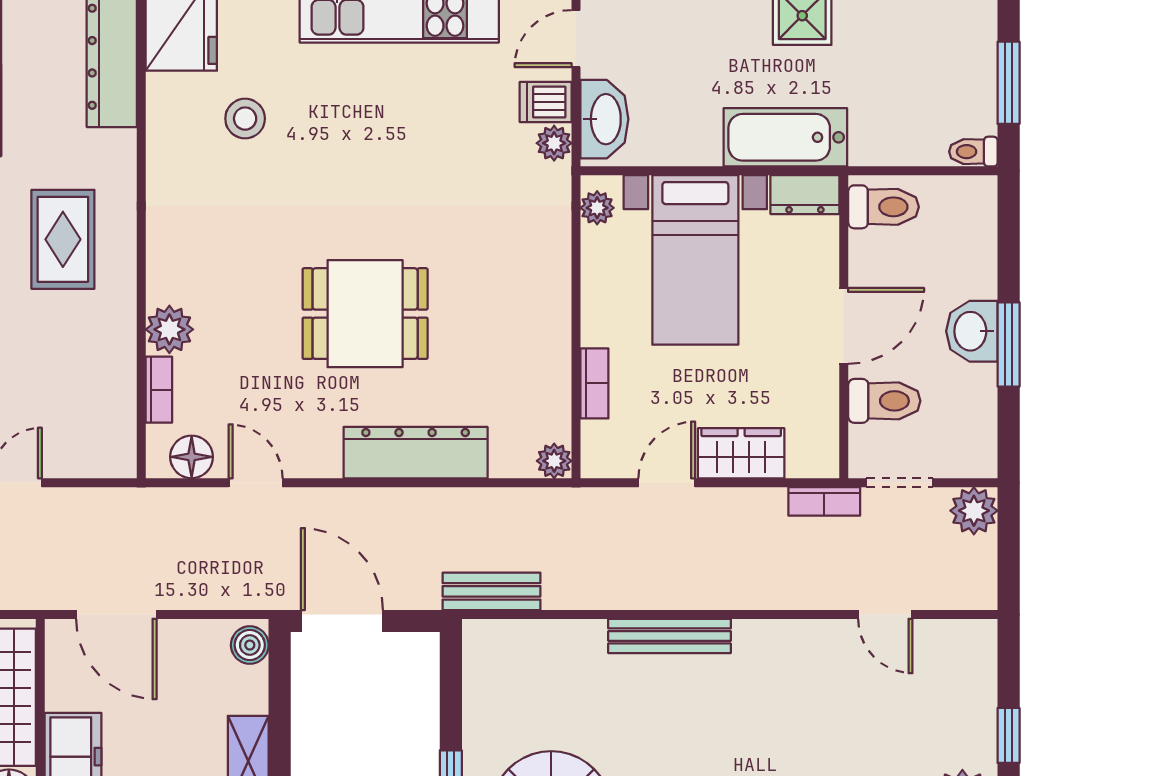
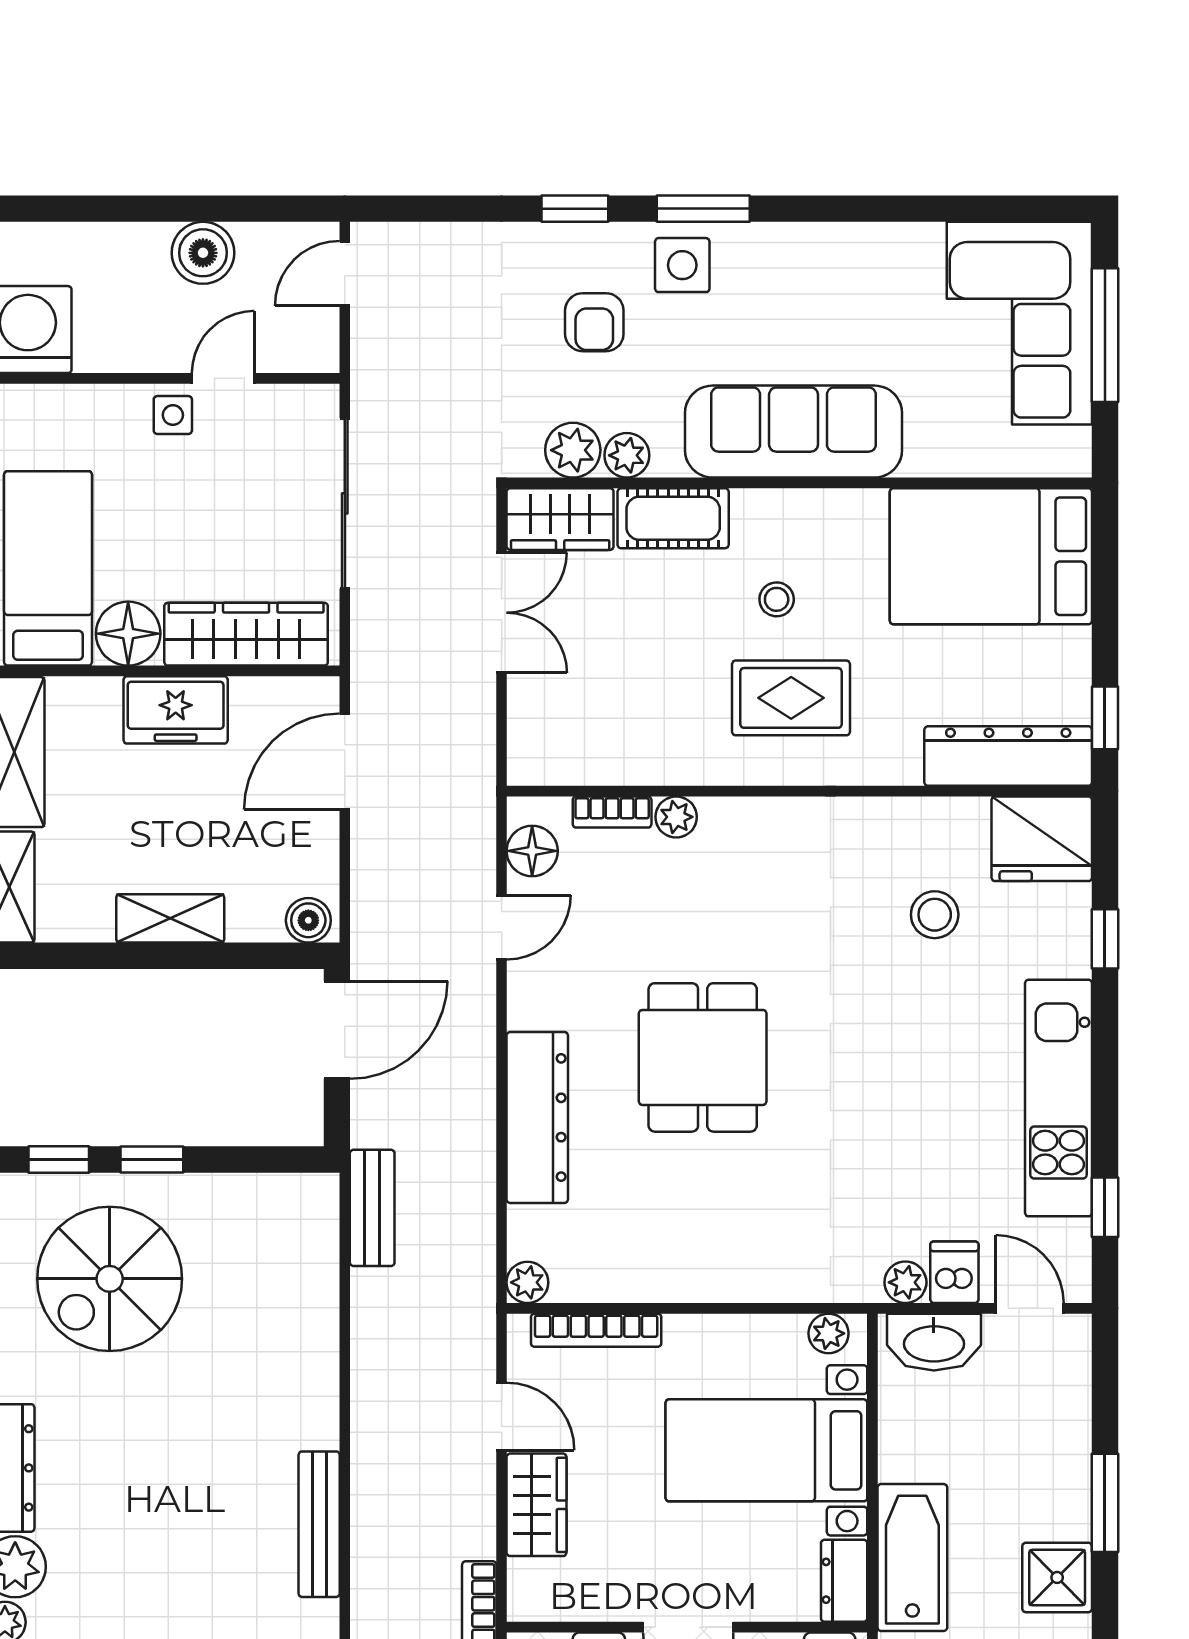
plant: (169, 329) -> (676, 817), width x0.73, depth x0.73
bookcase: (594, 383) -> (596, 1330), width x1.56
bench: (670, 636) -> (319, 1524), moved

